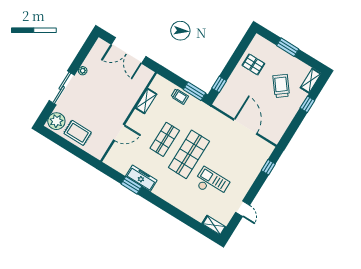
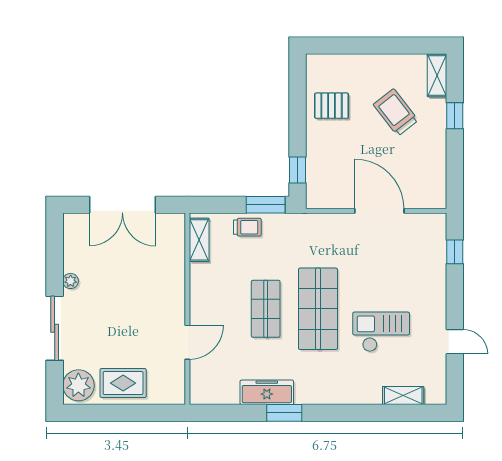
window: (288, 47) -> (369, 45), removed
shelving: (146, 101) -> (199, 240), moved
window: (131, 185) -> (284, 413), moved
shelving: (214, 225) -> (403, 396), moved

